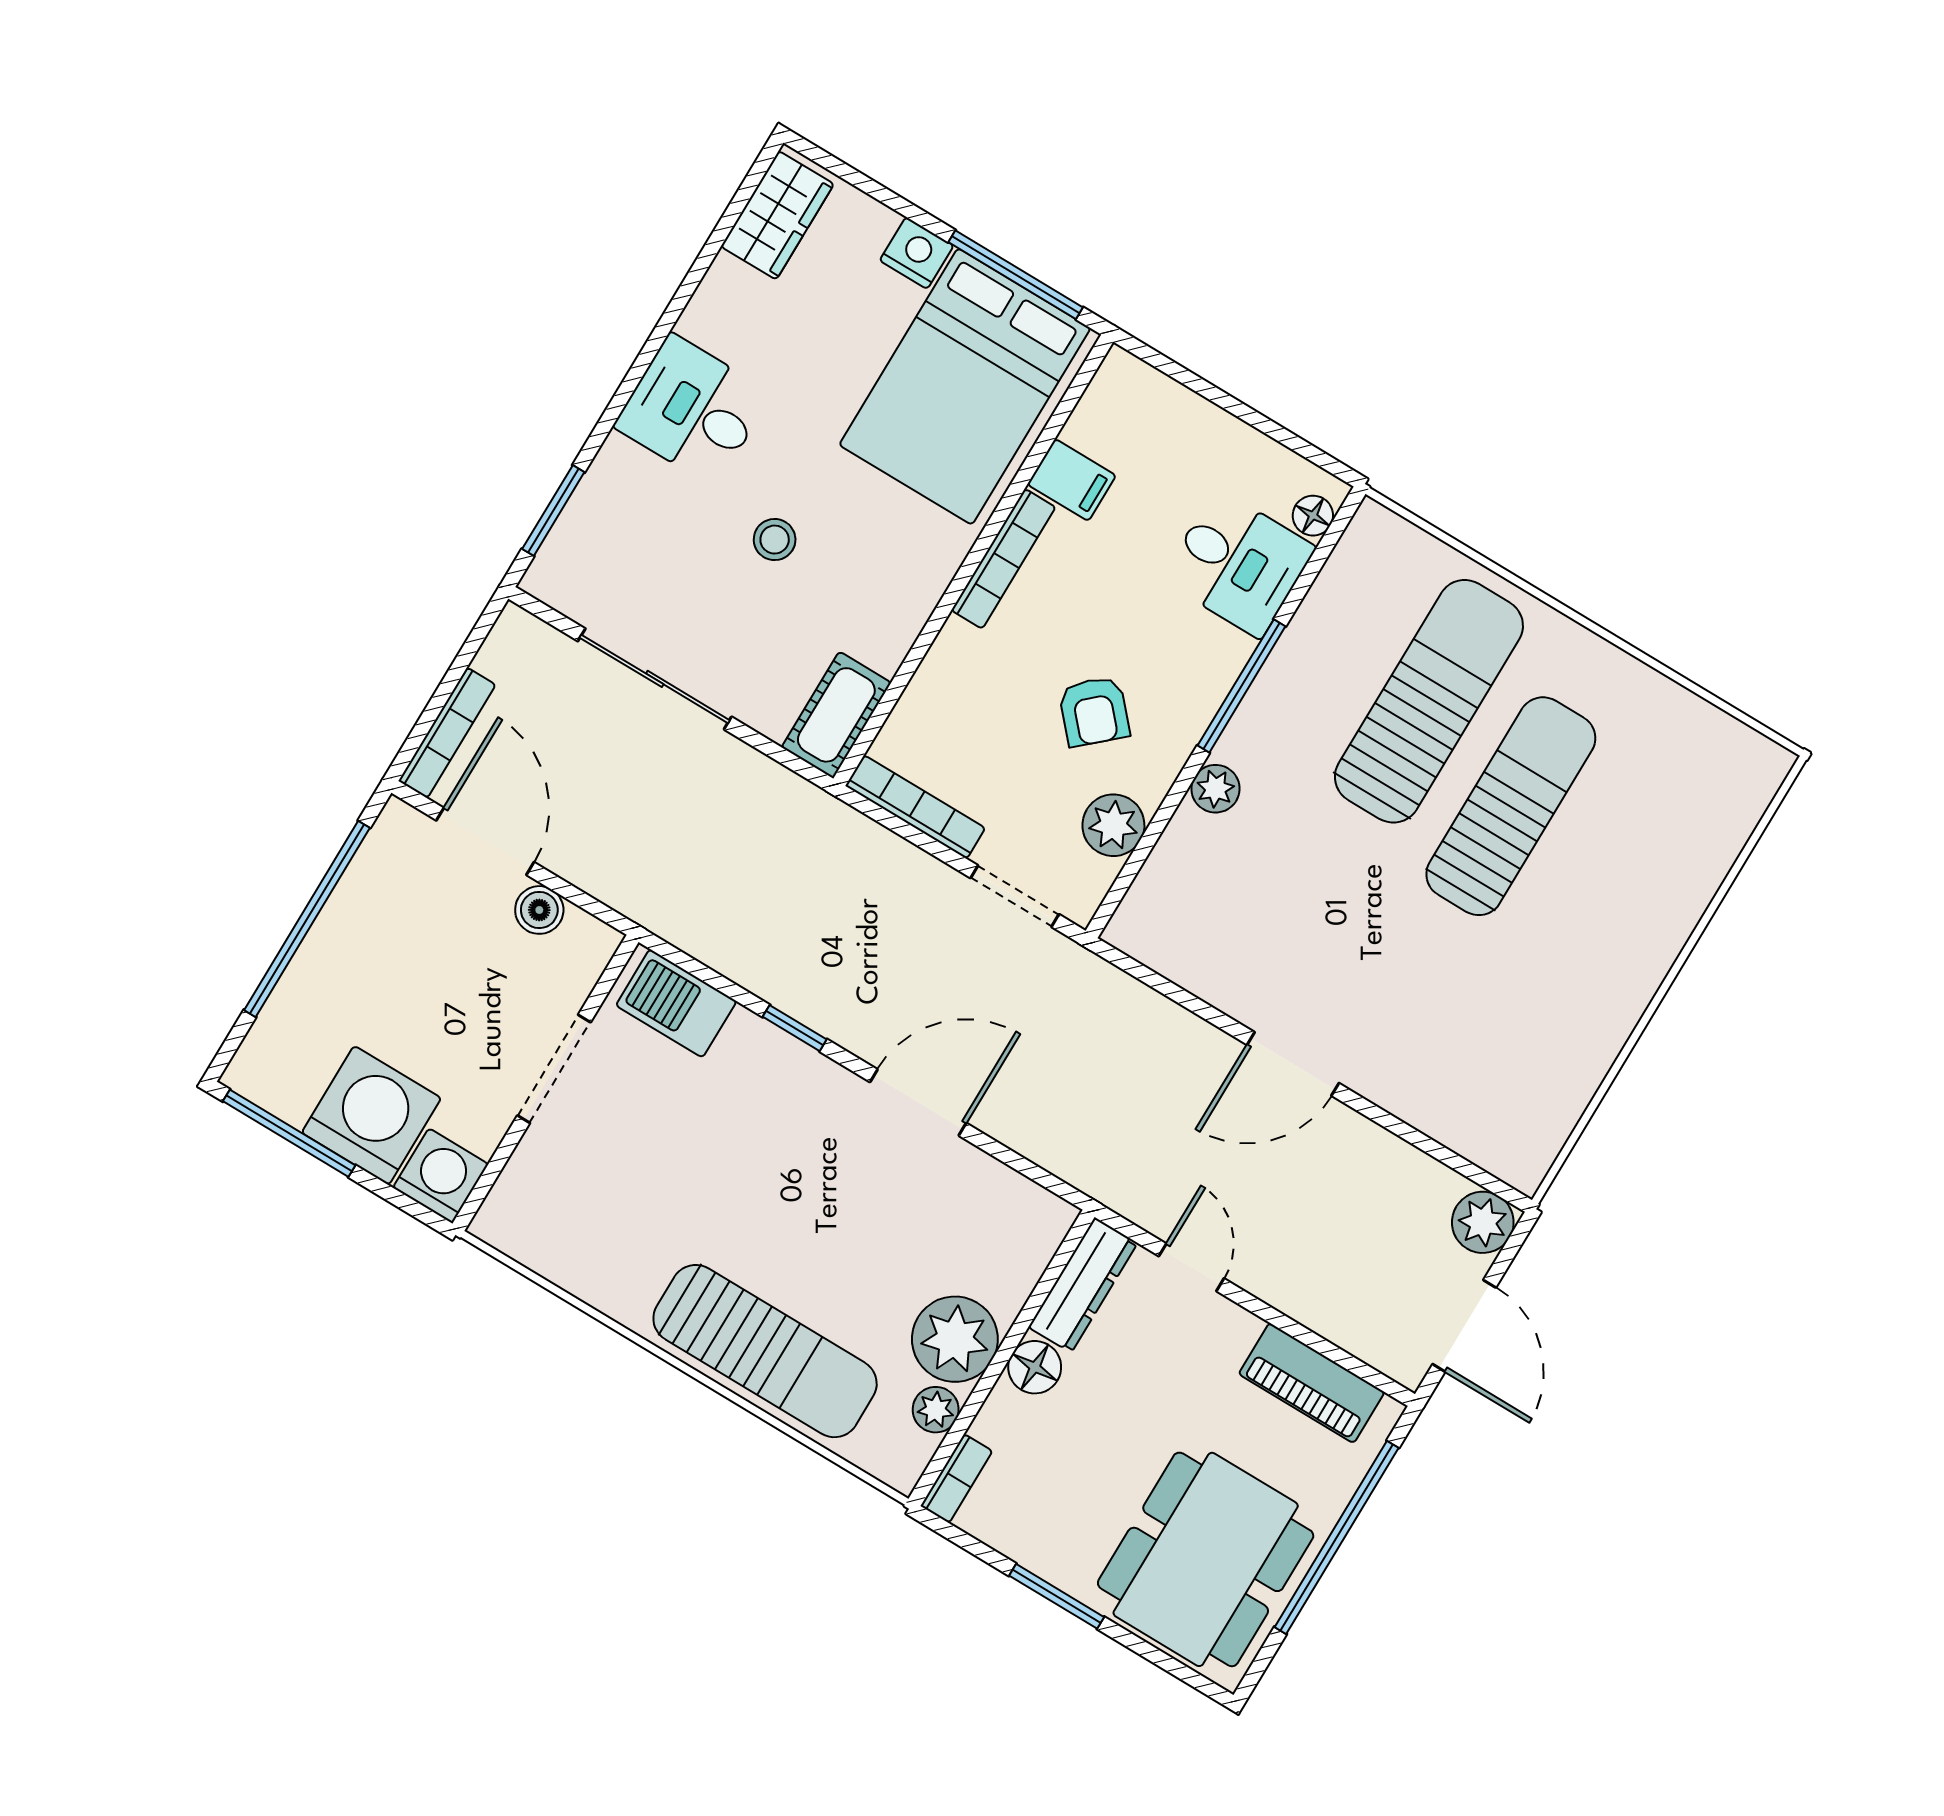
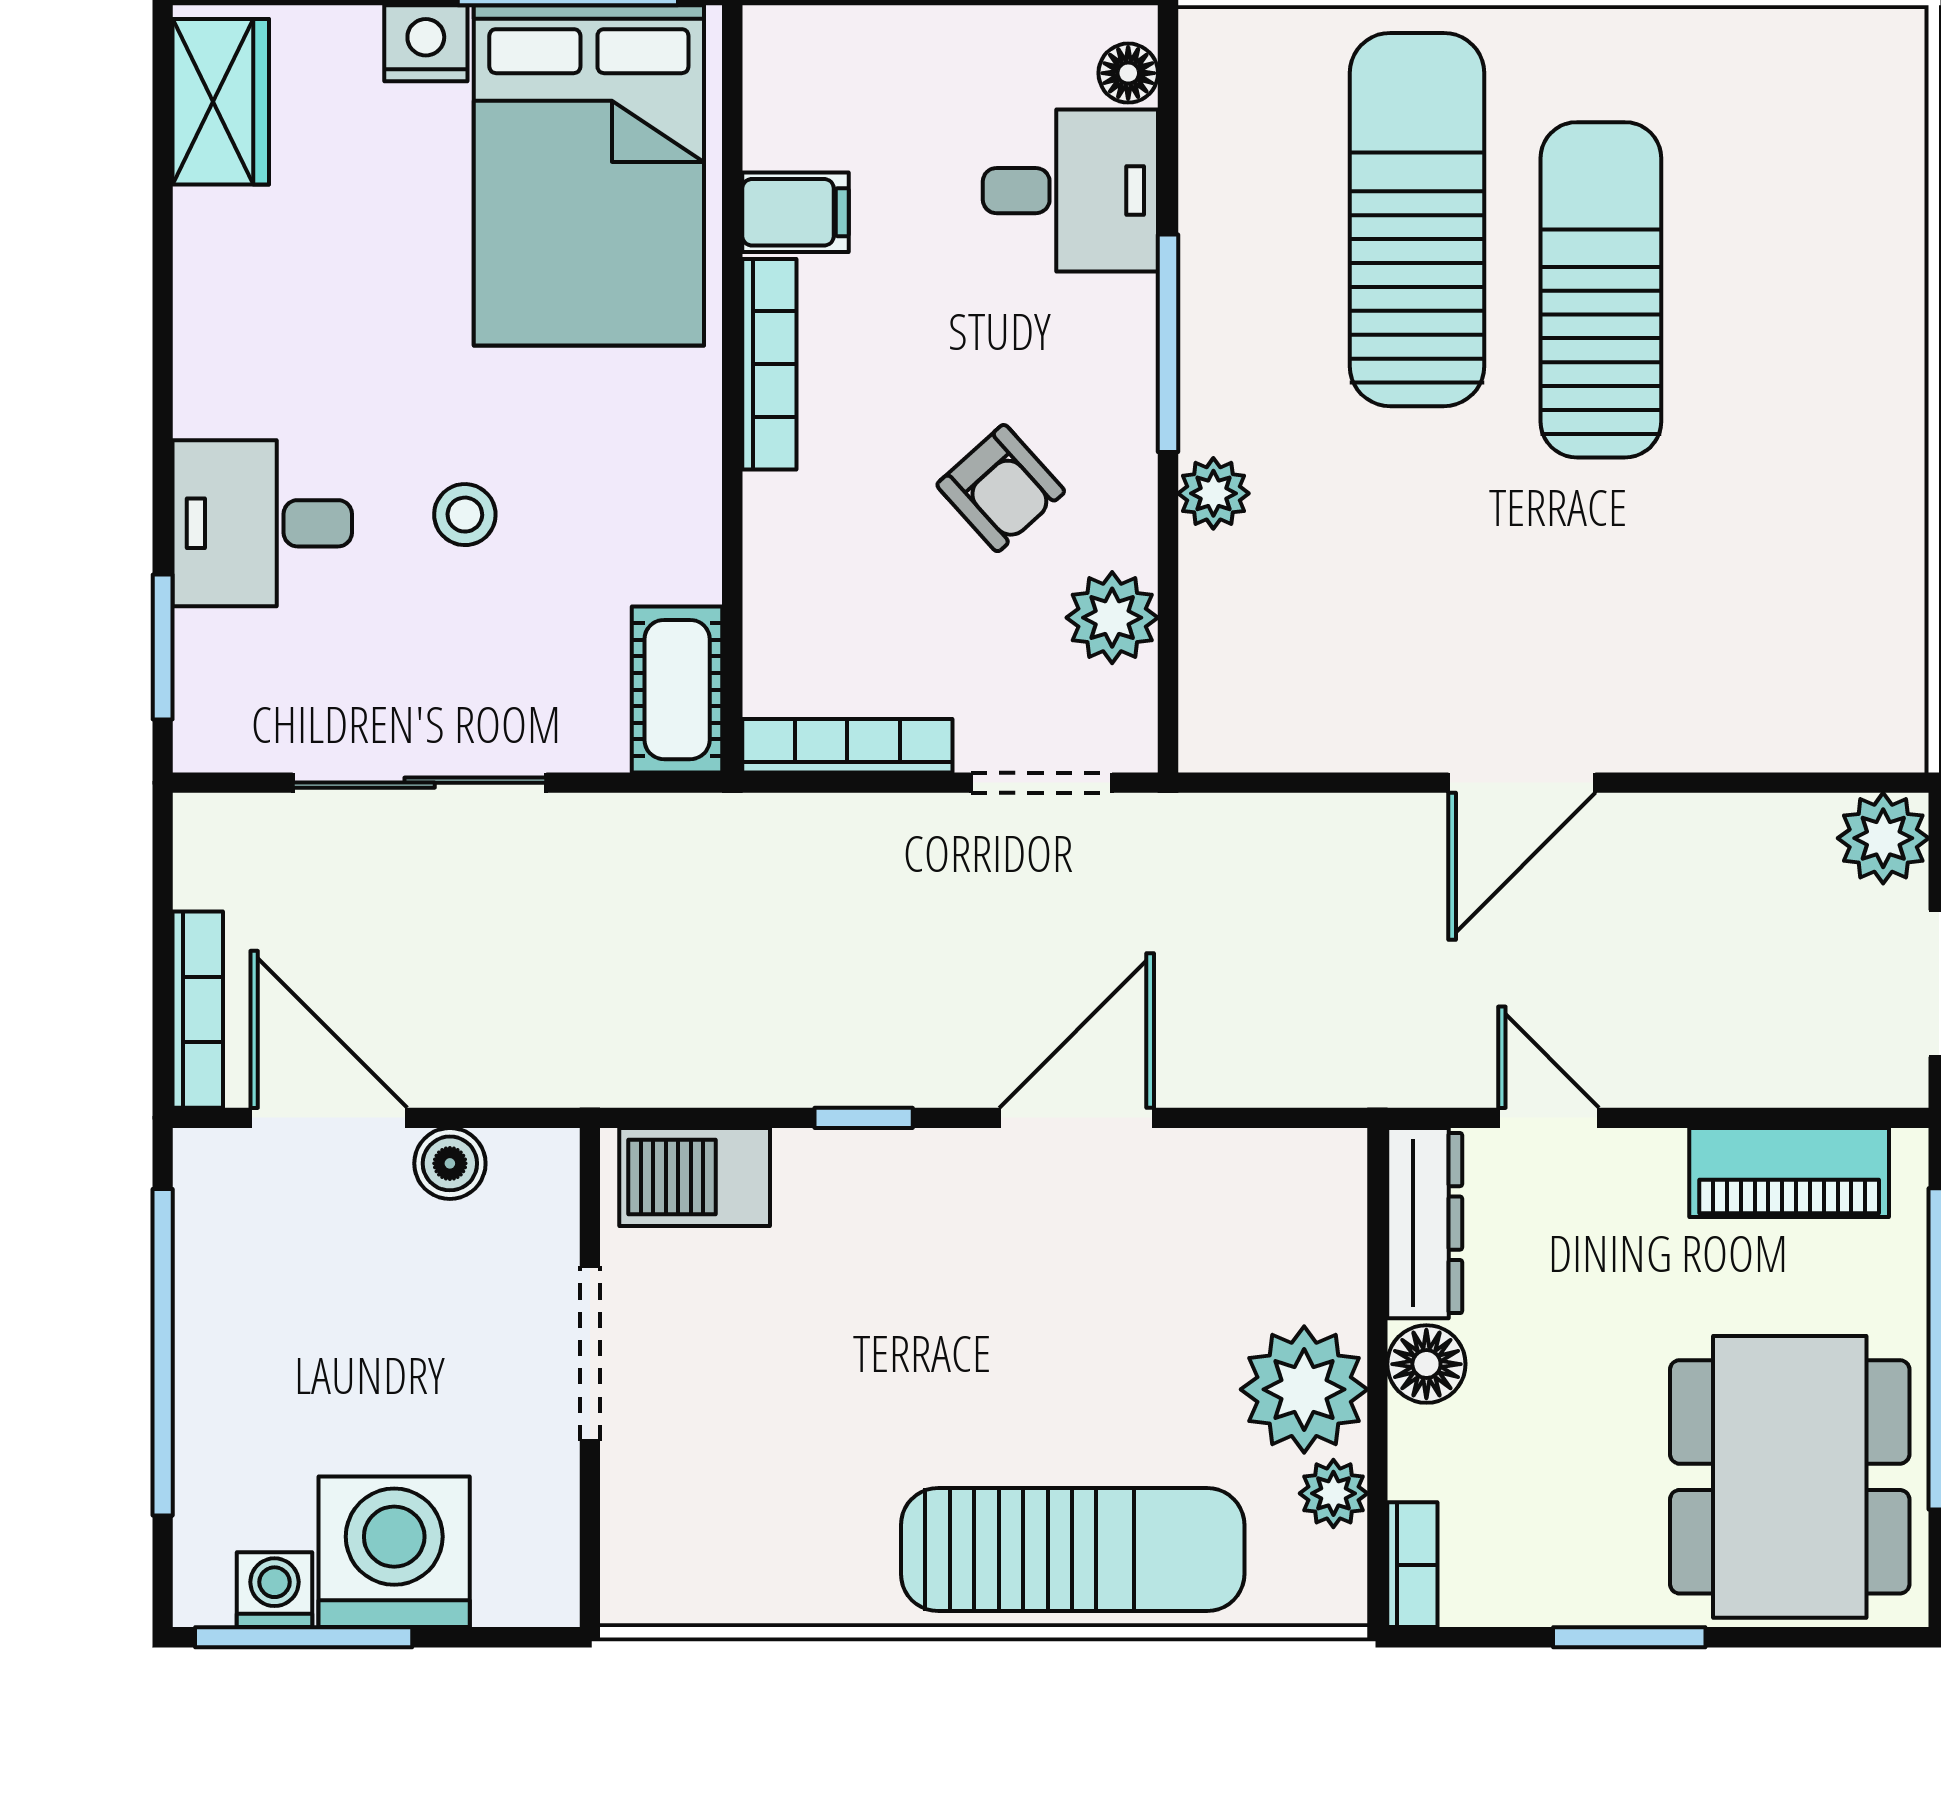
desk: (693, 410) -> (262, 523), moved
washing machine: (441, 1176) -> (274, 1590), moved, width x0.73, depth x0.73

